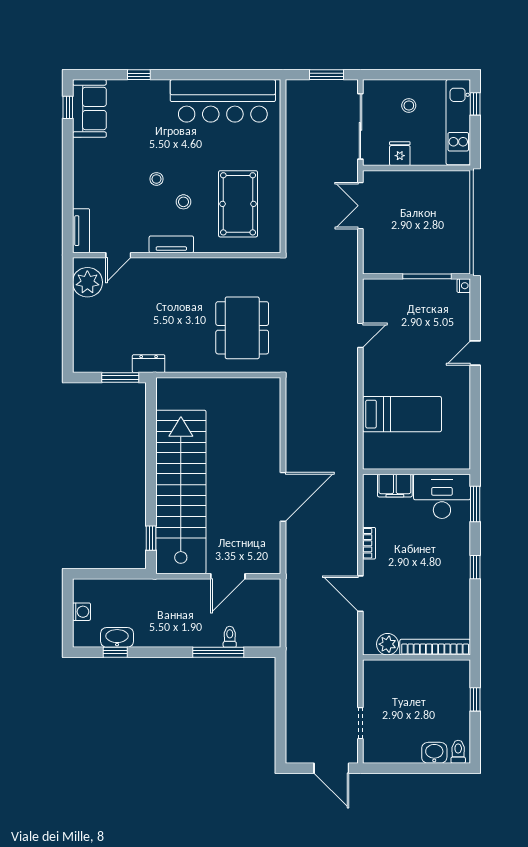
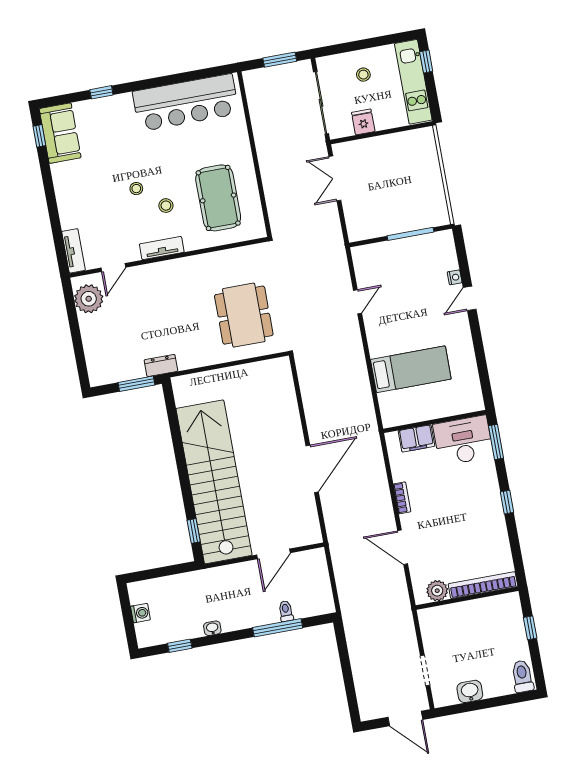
nightstand: (464, 286) -> (455, 277), moved
washbasin: (117, 637) -> (212, 628), moved, width x0.52, depth x0.69
toilet: (458, 752) -> (522, 676), width x1.37, depth x1.39
washbasin: (434, 753) -> (470, 691), moved

